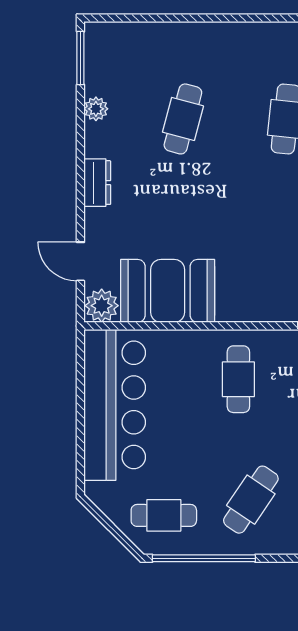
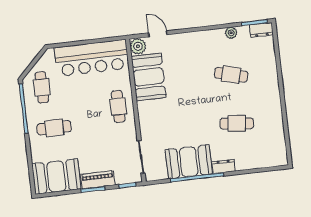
dresser: (97, 183) -> (261, 30), moved
door: (80, 261) -> (158, 34), hinge flipped
cafe table: (238, 379) -> (118, 106), moved, turned 90
cafe table: (251, 500) -> (54, 128), turned -34

